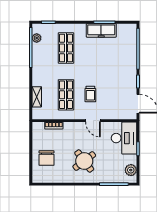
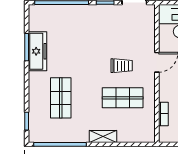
plant: (37, 38) -> (47, 137), removed
shop shelf: (66, 48) -> (61, 98), turned 90
shelving: (37, 97) -> (103, 137), moved

